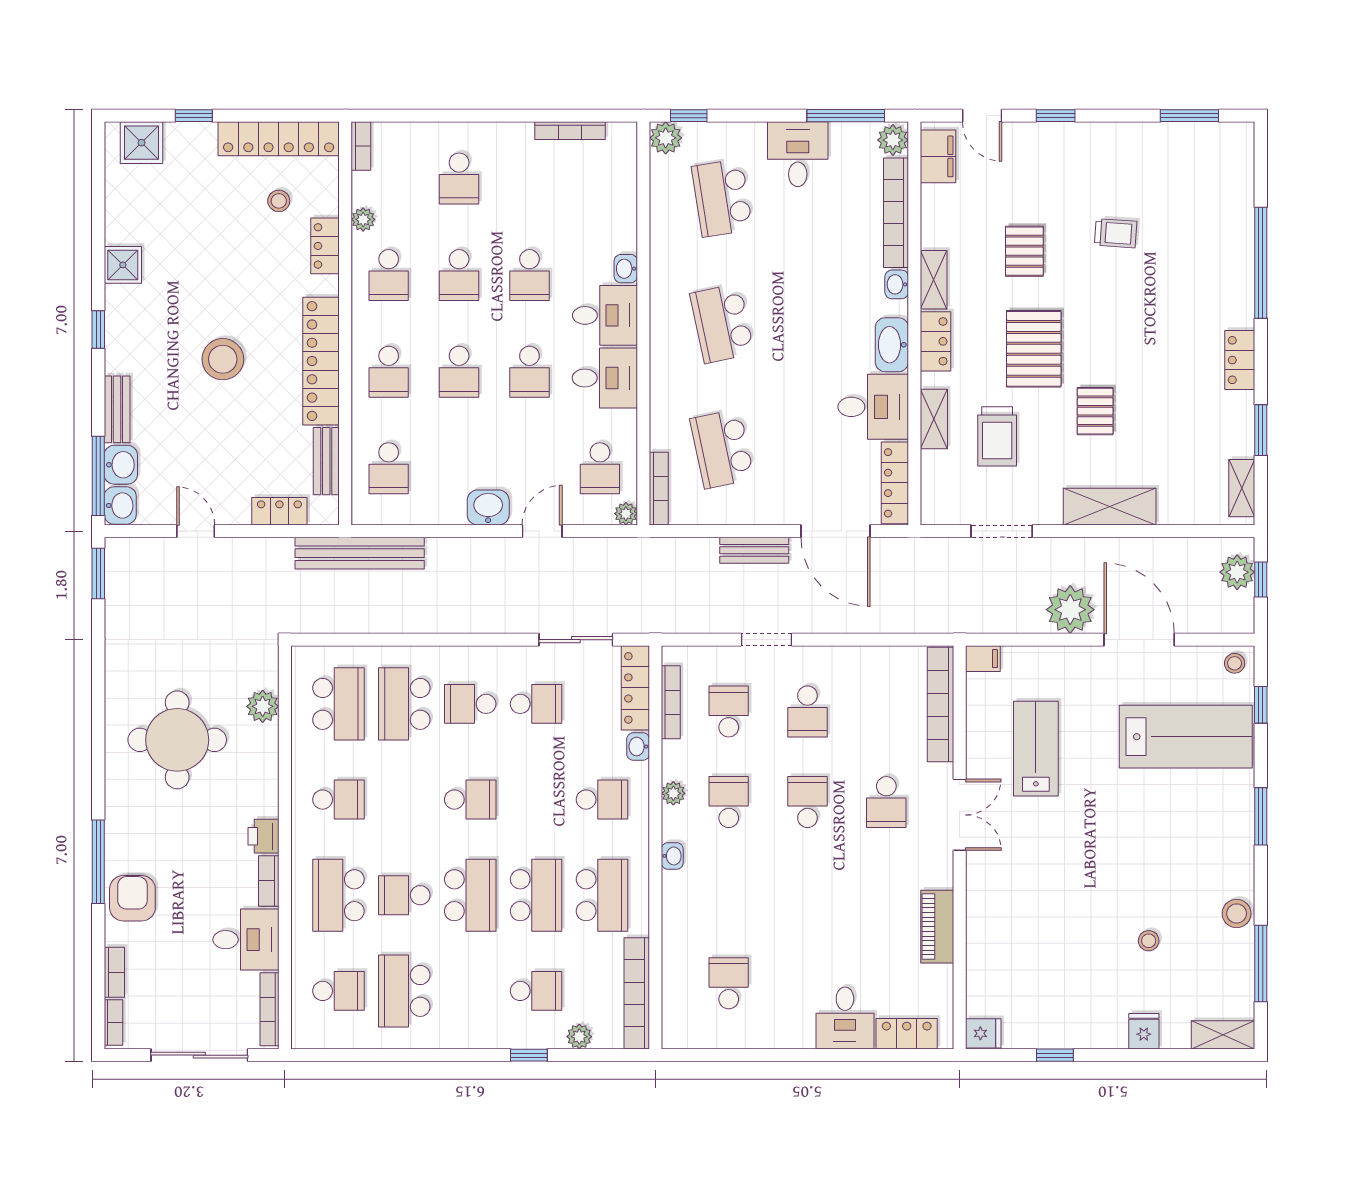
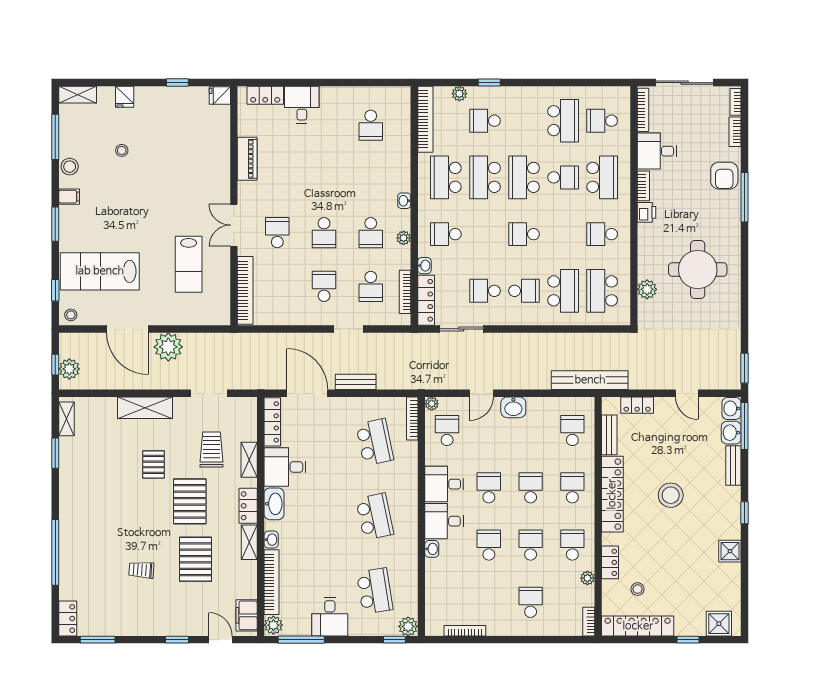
pallet: (1024, 251) -> (195, 559), width x1.50, depth x1.42
locker: (1240, 360) -> (68, 619), moved
filing cabinet: (983, 659) -> (69, 197), moved, turned 180

